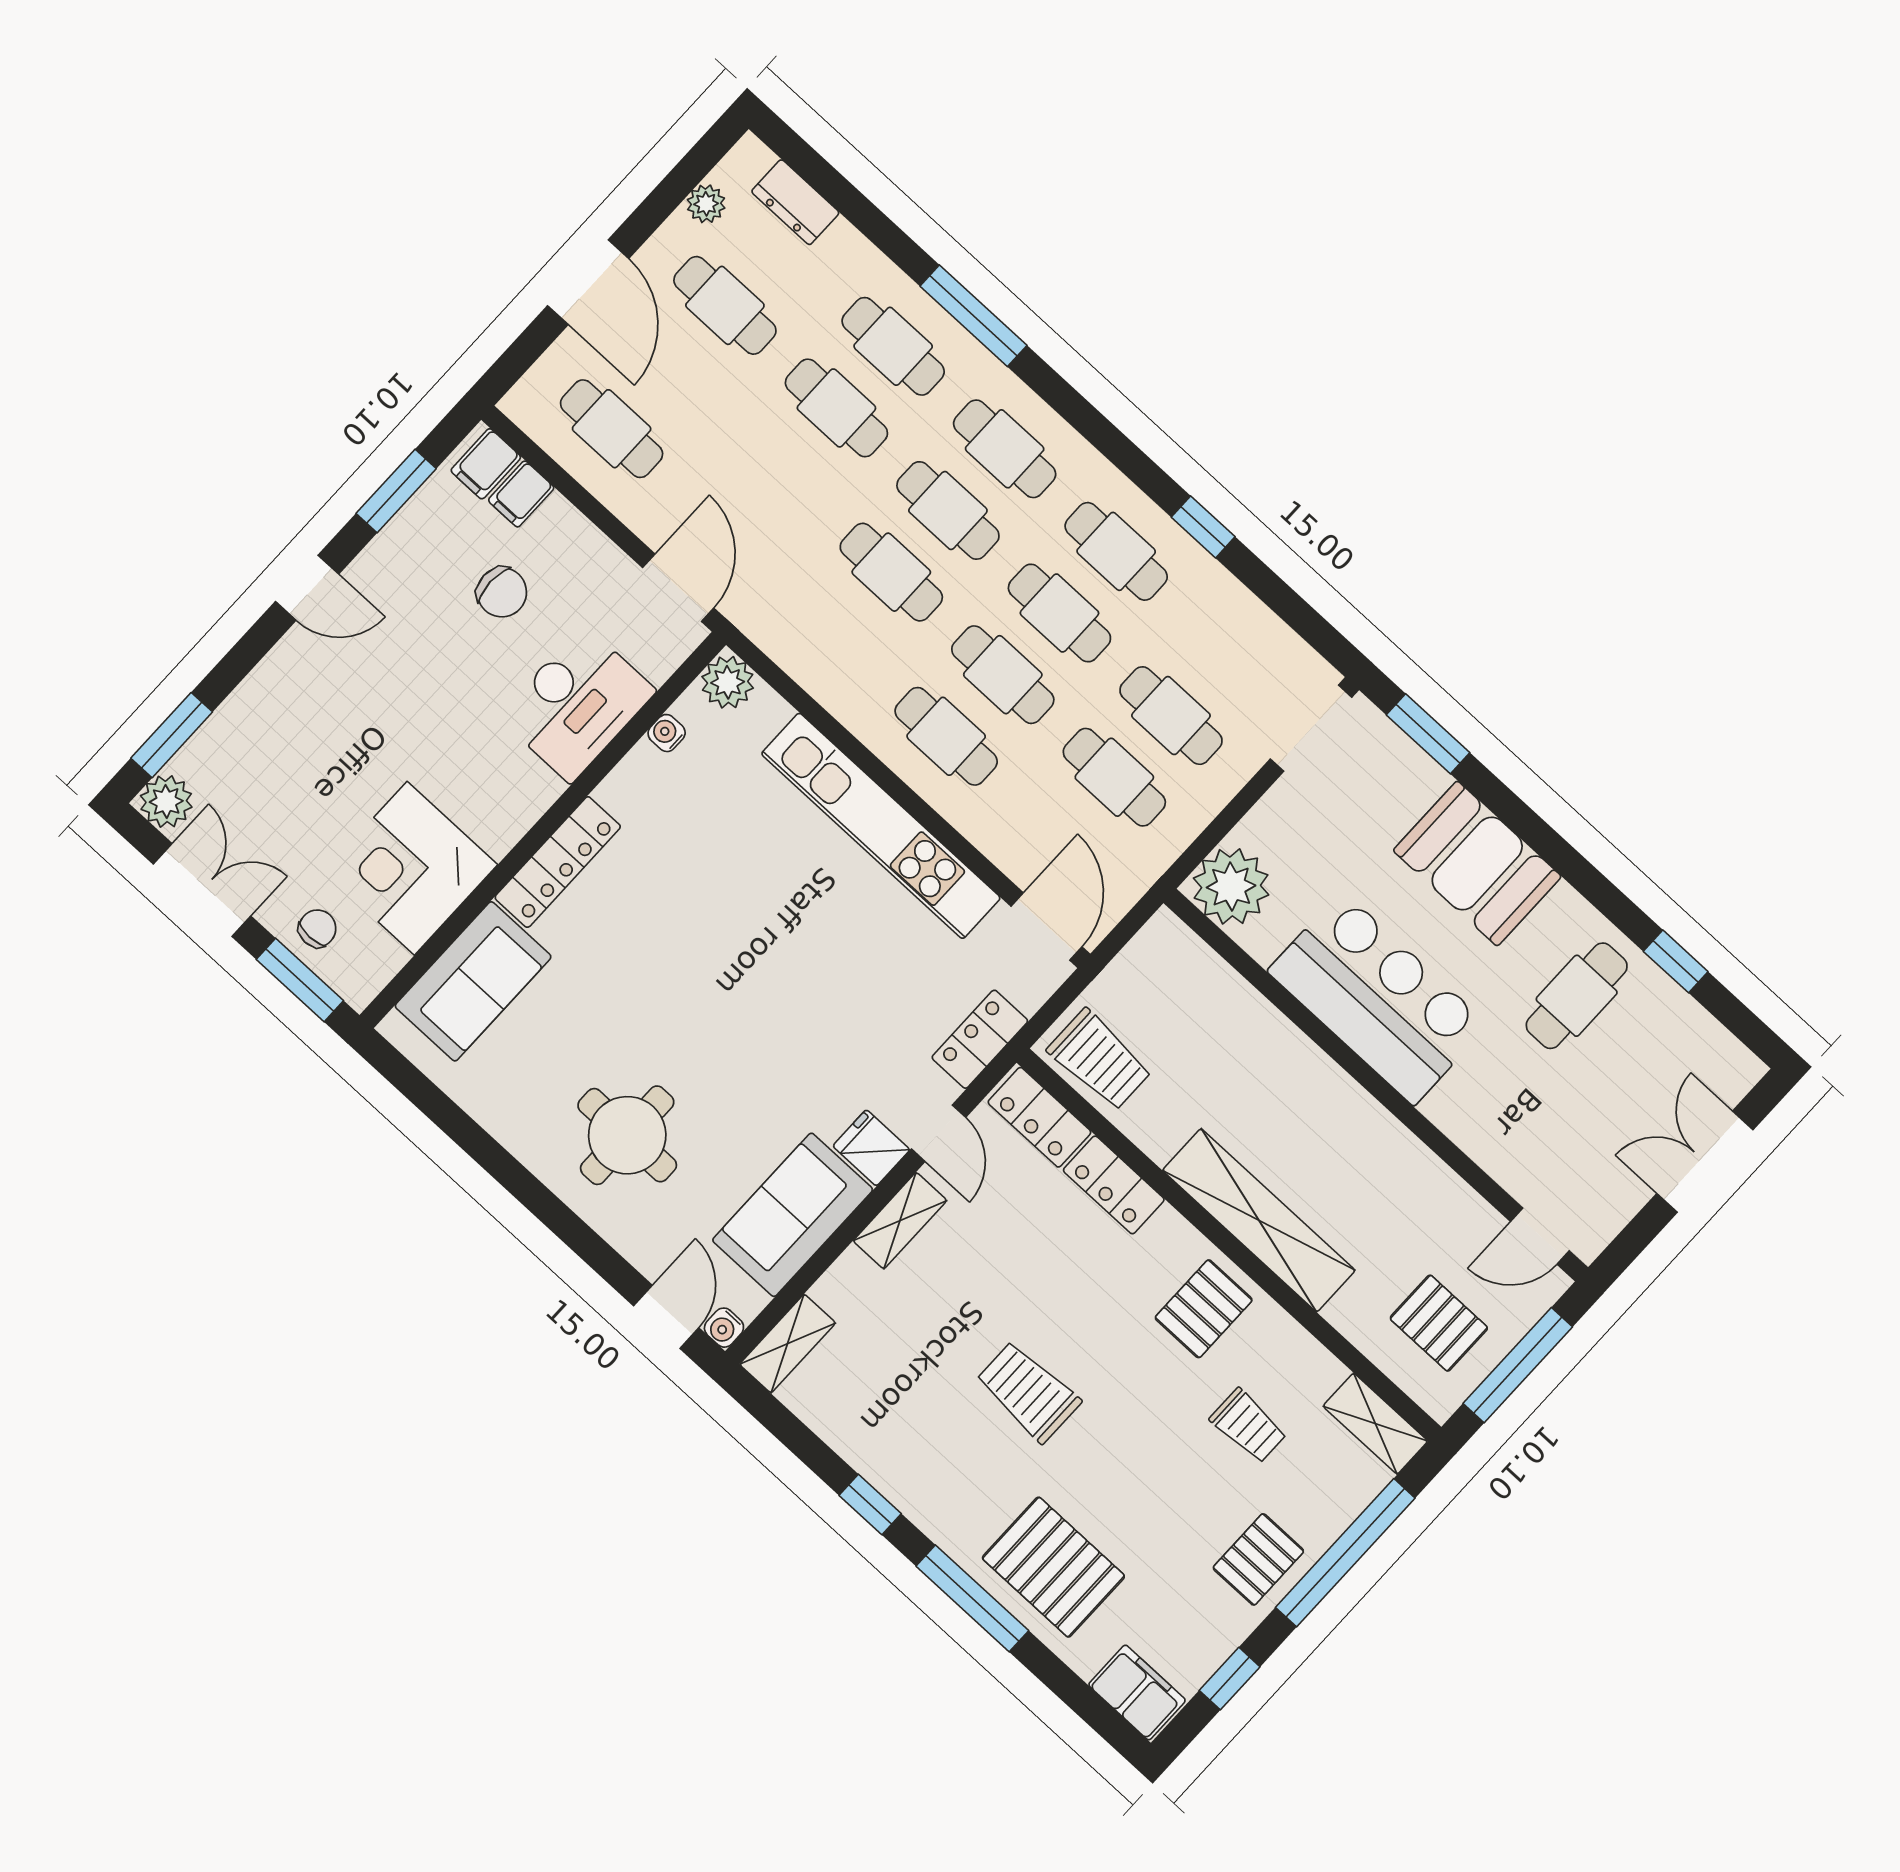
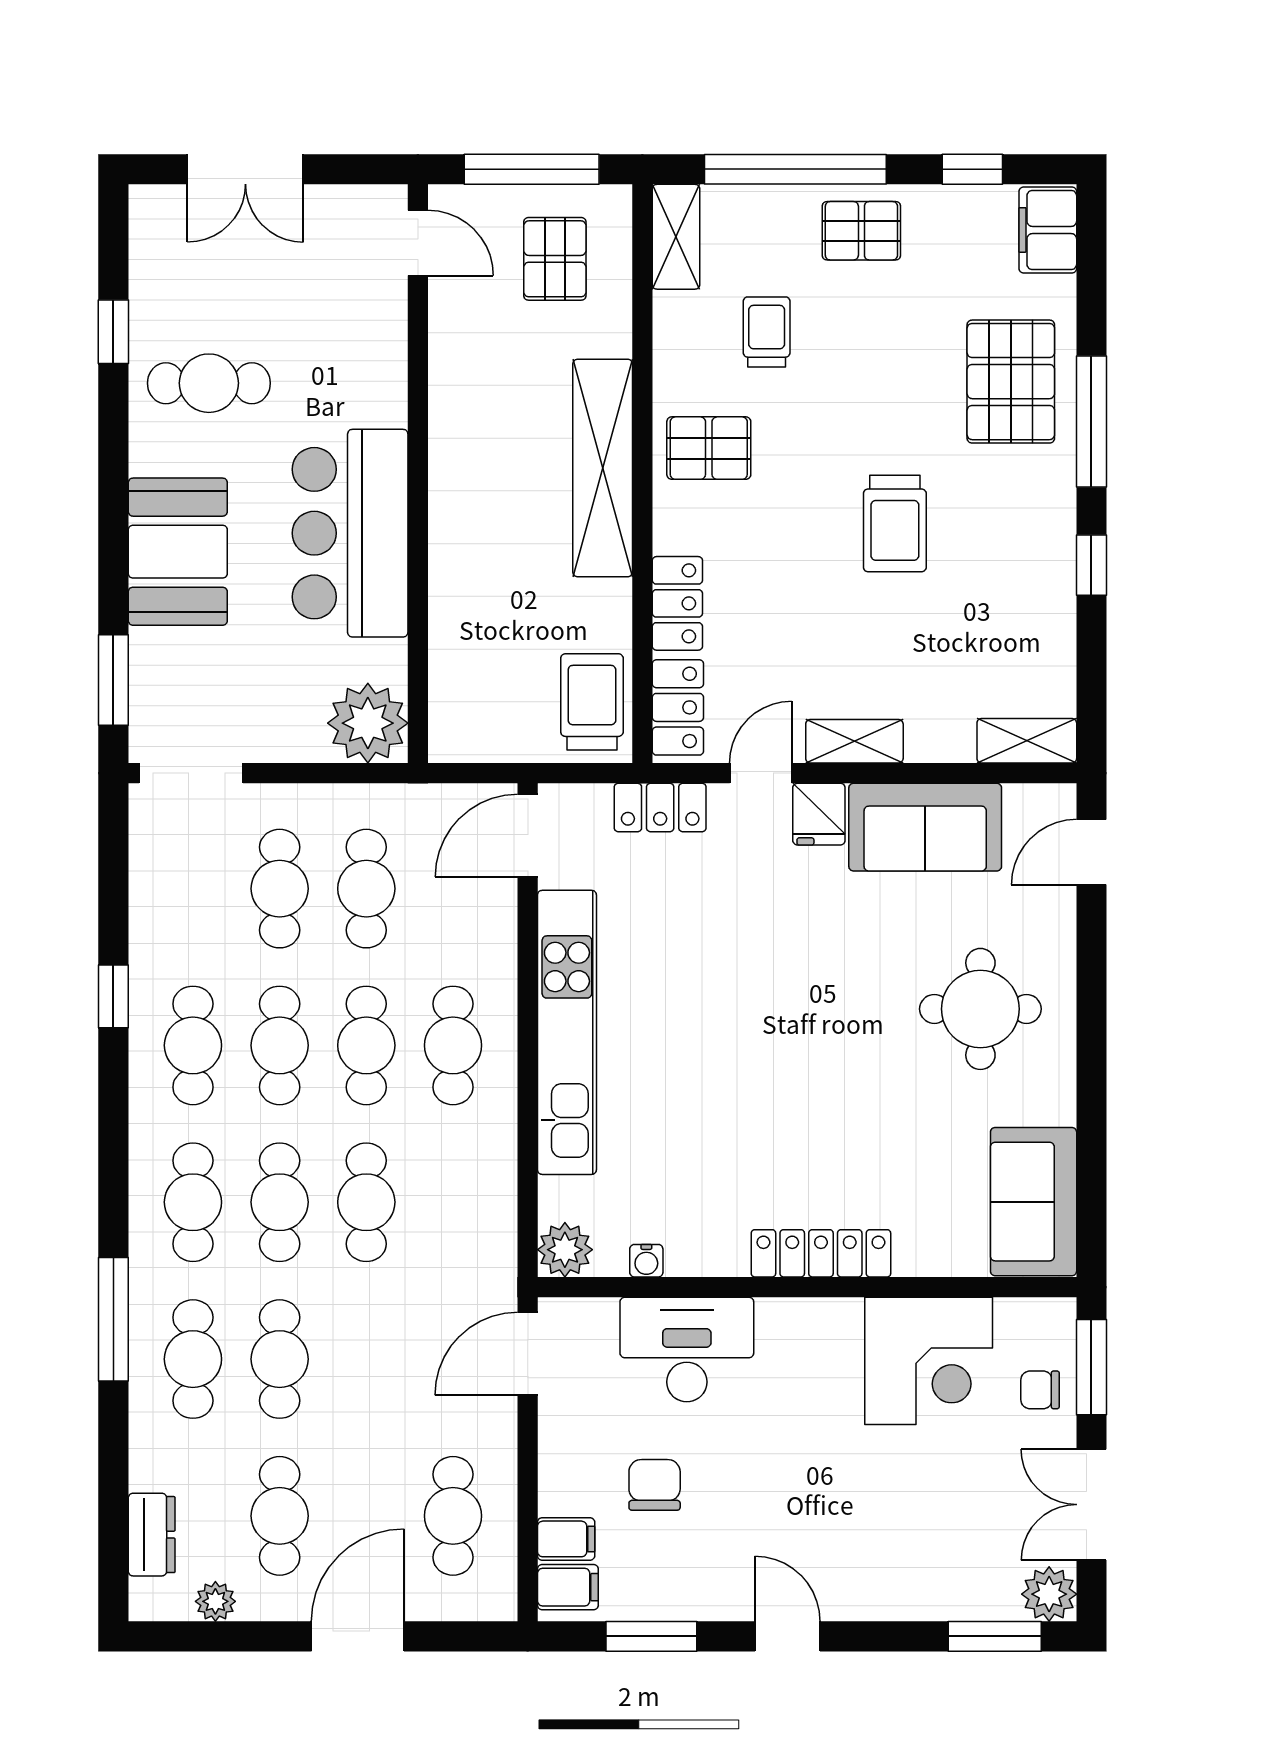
sofa: (473, 981) -> (1034, 1202), moved, turned -90
water cooler: (724, 1328) -> (1059, 800), removed

